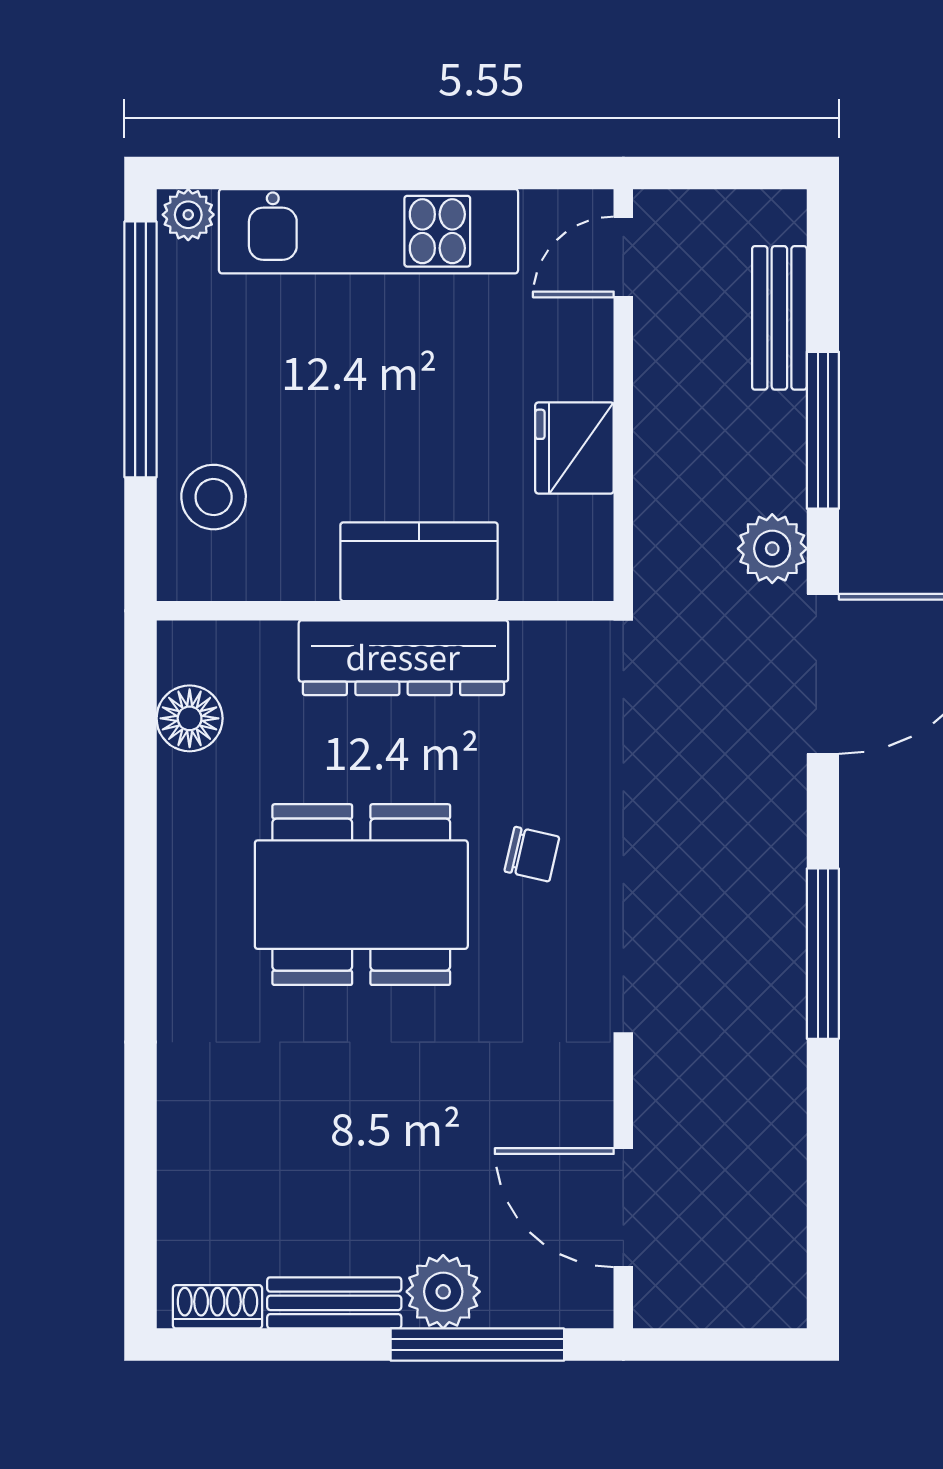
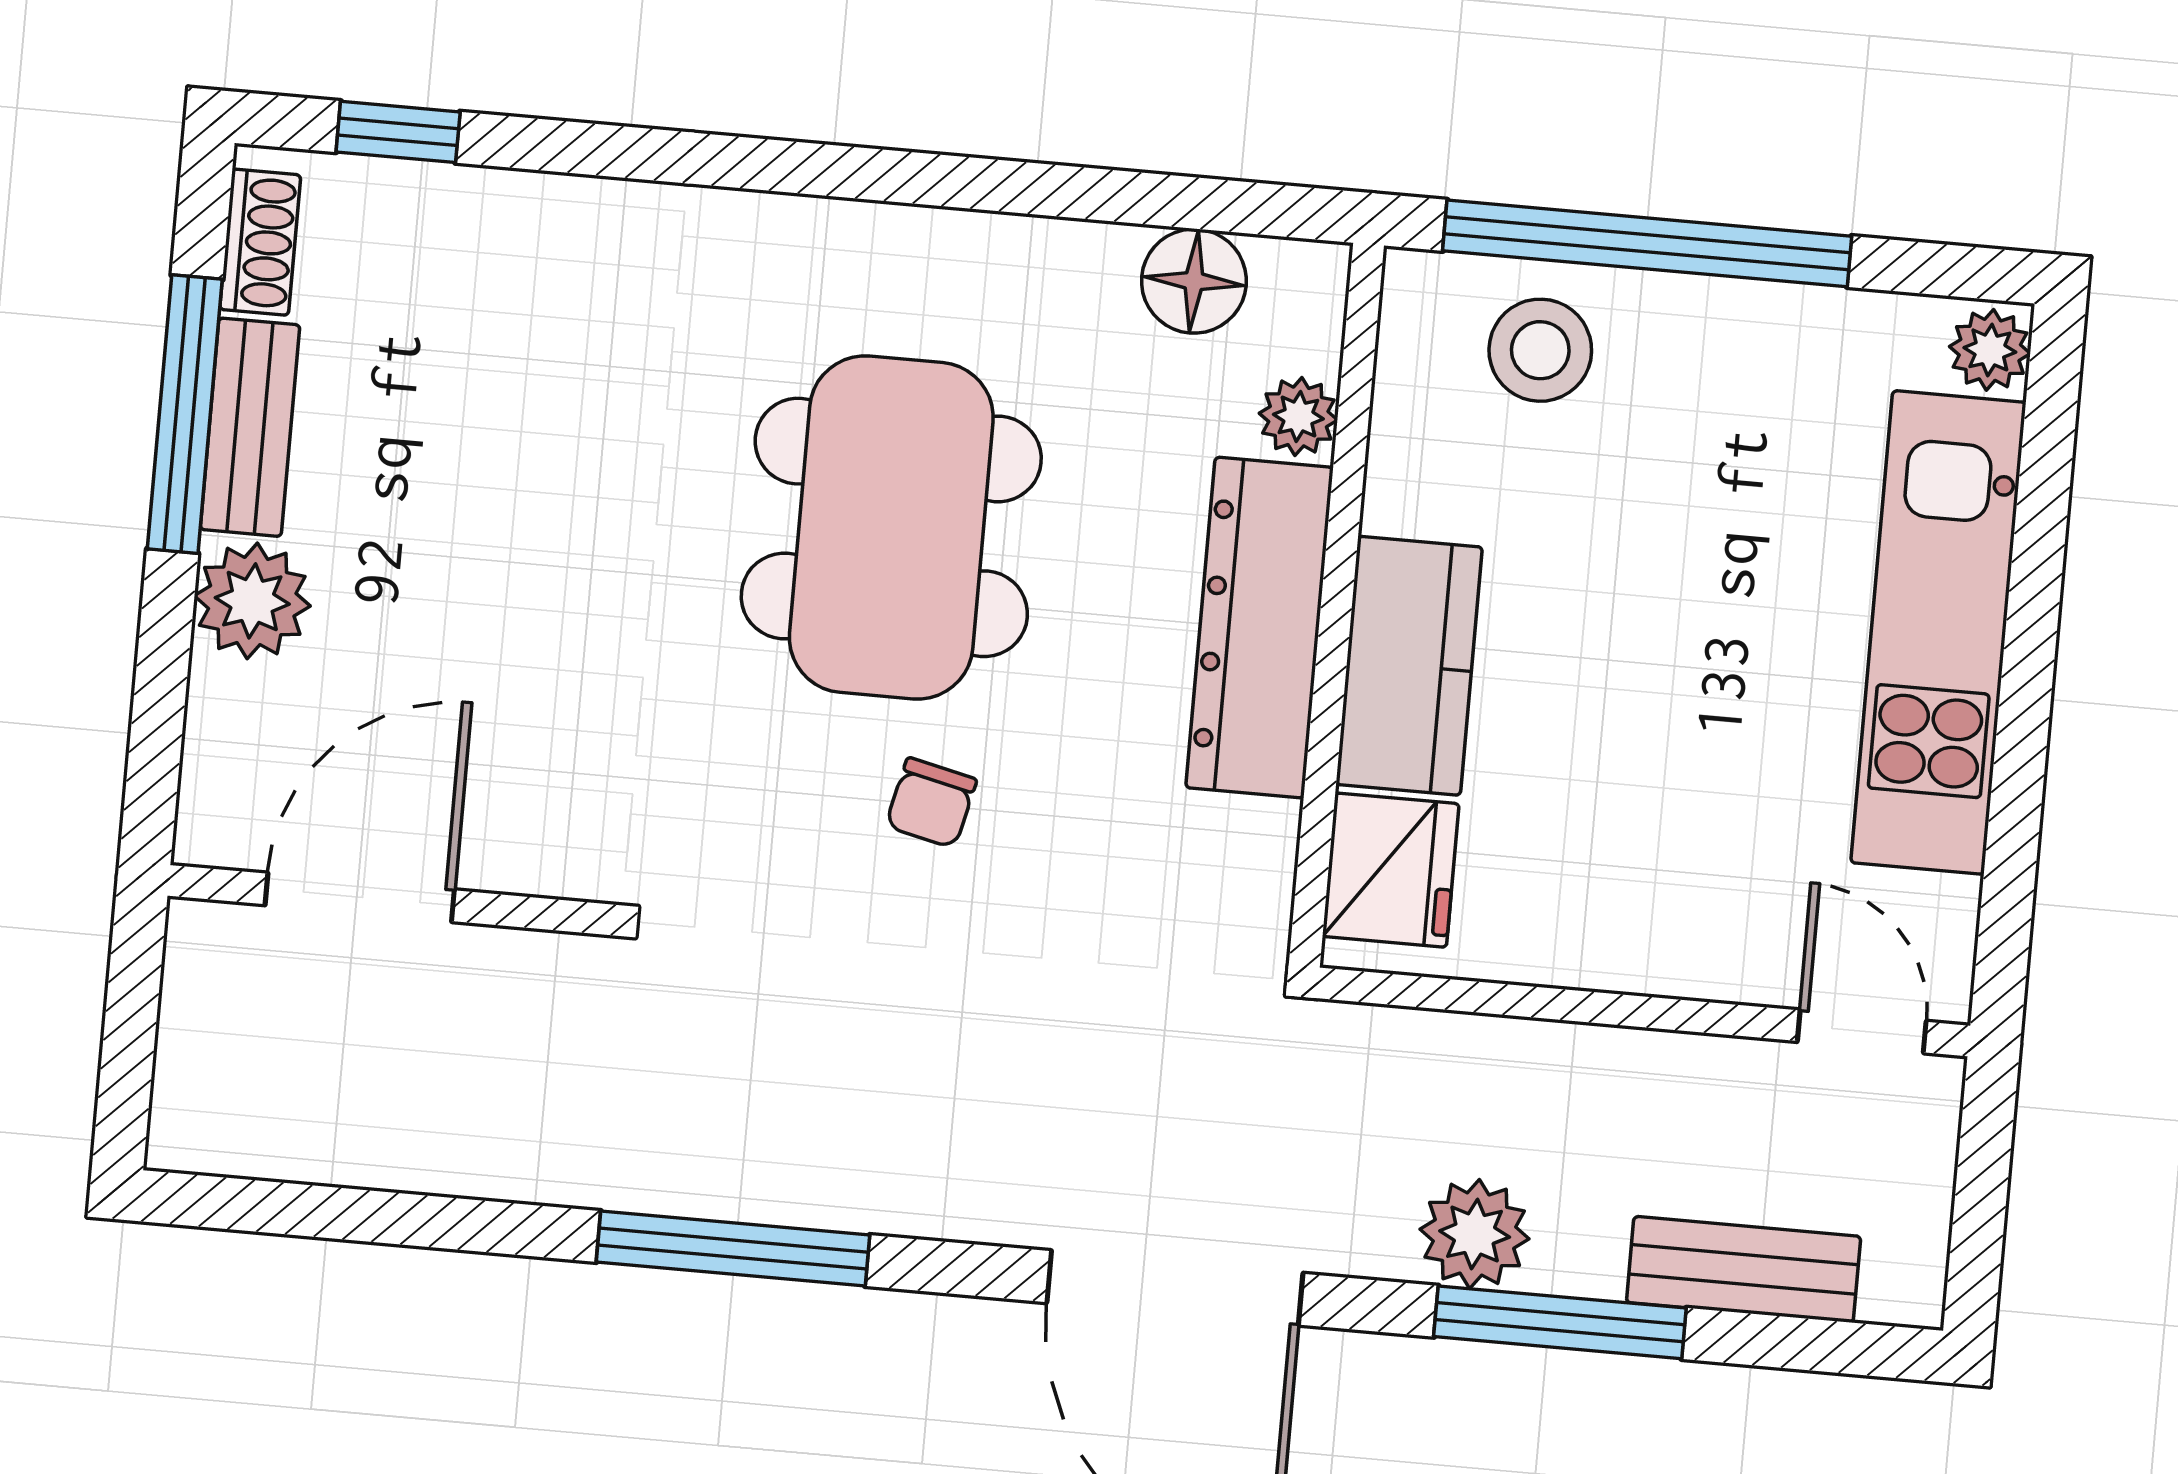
window: (141, 349) -> (1647, 243), moved
fridge: (574, 448) -> (1391, 870), moved, turned 90
plant: (772, 549) -> (1475, 1234), moved
plant: (269, 645) -> (1298, 417), added
window: (141, 1226) -> (398, 132), added
window: (477, 1345) -> (185, 414), moved

